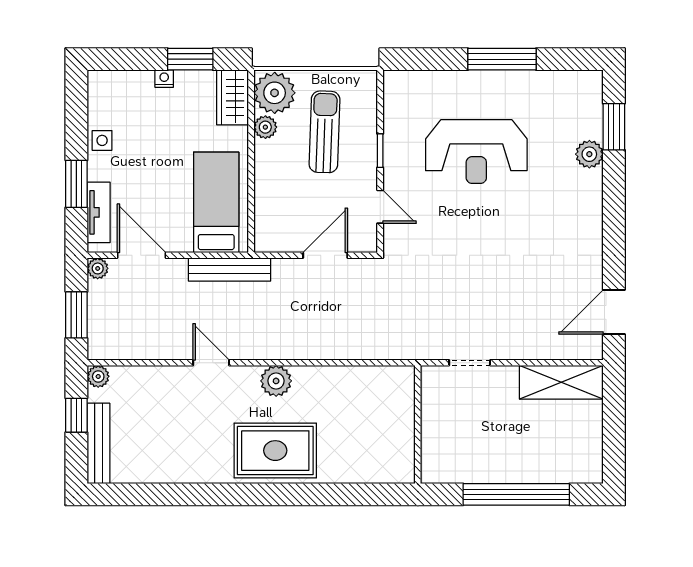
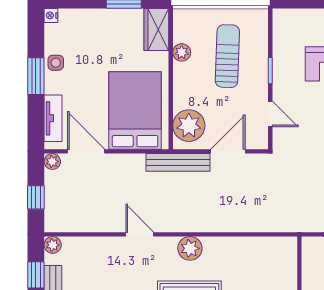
nightstand: (164, 79) -> (51, 15), moved, turned -90
plant: (275, 93) -> (189, 126), moved
window: (76, 184) -> (36, 76), moved
bed: (216, 202) -> (135, 110), width x1.50
bench: (229, 270) -> (178, 162), moved
window: (76, 315) -> (36, 197), width x0.67

